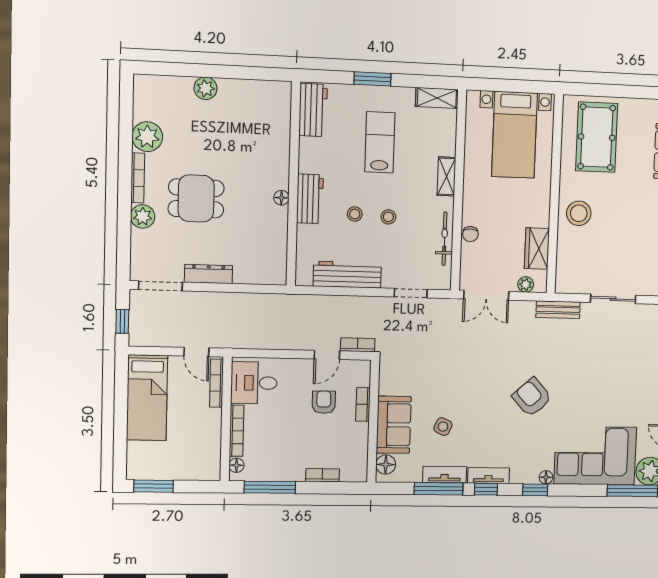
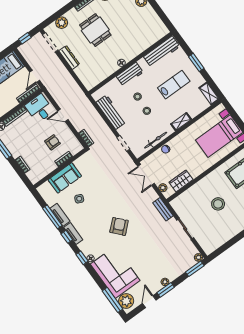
workbench: (313, 110) -> (162, 52), width x1.38
stool: (579, 213) -> (218, 204), moved
plant: (143, 216) -> (62, 23), moved
door: (327, 355) -> (63, 115), moved
floor lamp: (386, 465) -> (46, 187), removed

